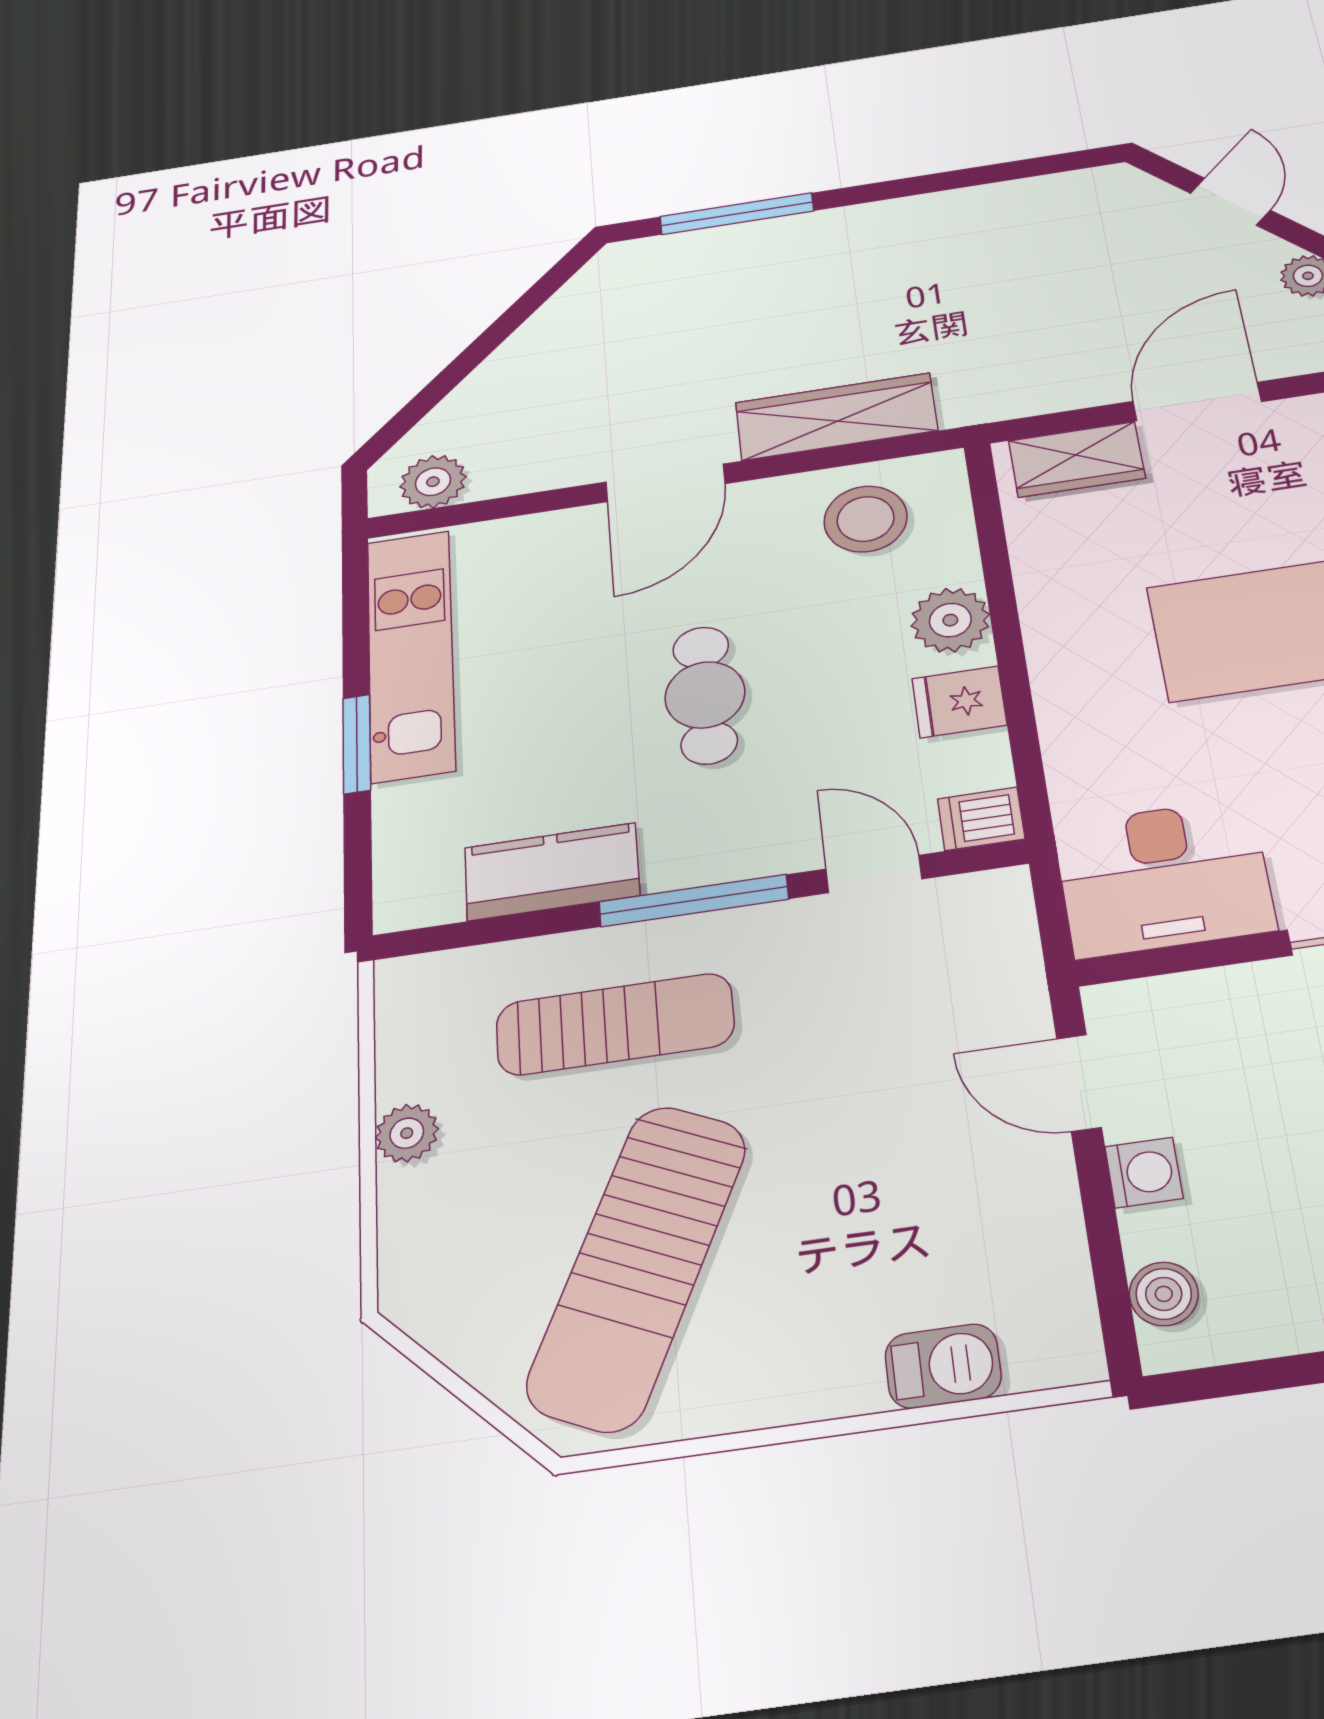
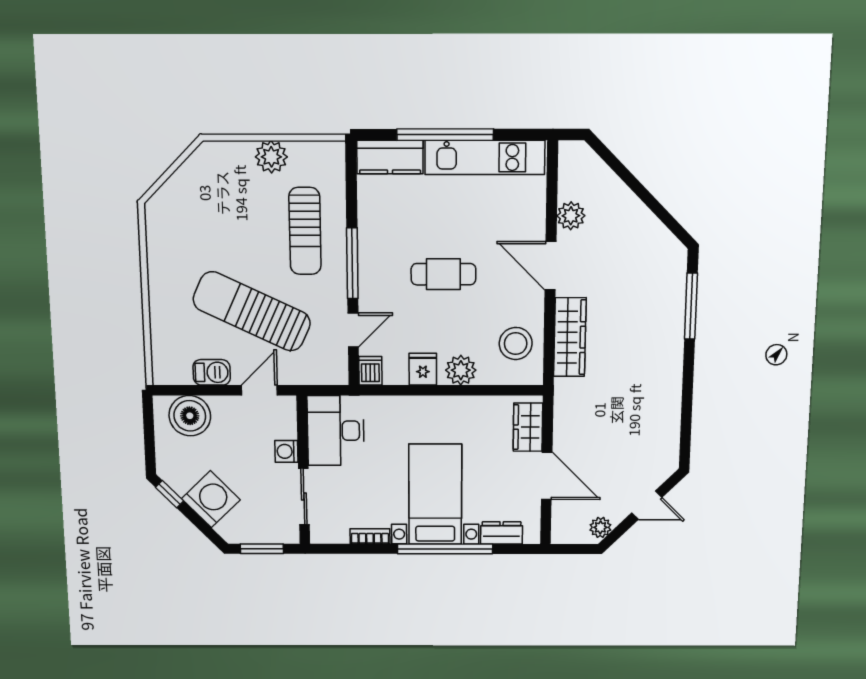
plant: (433, 482) -> (571, 216), moved
window: (357, 744) -> (445, 135), width x2.11
kitchen counter: (552, 872) -> (390, 157), moved, turned 90
plant: (407, 1133) -> (271, 157), width x1.38, depth x1.38
washing machine: (1144, 1172) -> (286, 451), moved, turned 90
sun lounger: (638, 1265) -> (252, 311), moved
boiler: (1164, 1294) -> (190, 416), width x1.86, depth x1.86
barbecue: (943, 1366) -> (212, 372), moved, turned -90

